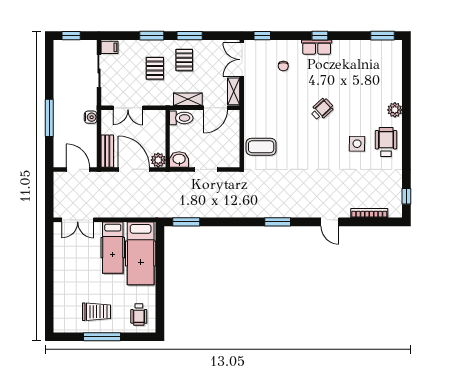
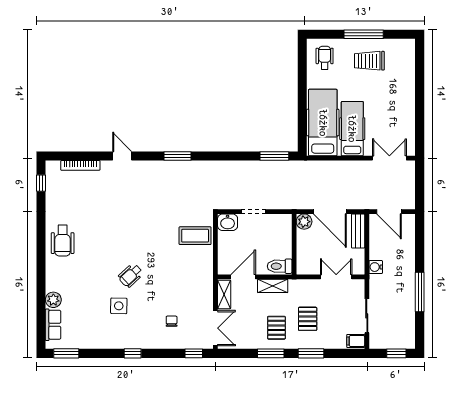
row of seats: (317, 47) -> (53, 325), moved, turned 90
plant: (395, 110) -> (53, 300), moved
window: (49, 118) -> (420, 292), moved
side table: (357, 144) -> (119, 306), moved
washbasin: (179, 159) -> (228, 222), moved

